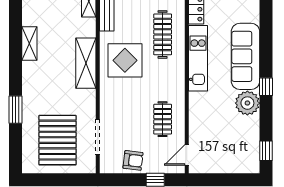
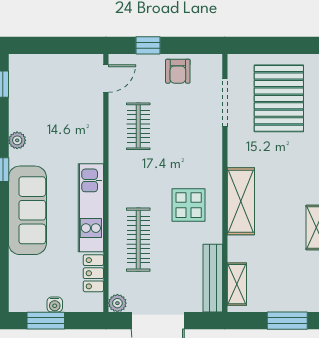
display table: (125, 60) -> (189, 205), width x0.73, depth x0.73
plant: (247, 103) -> (17, 140), width x0.53, depth x0.53
armchair: (133, 160) -> (178, 71), turned -97

